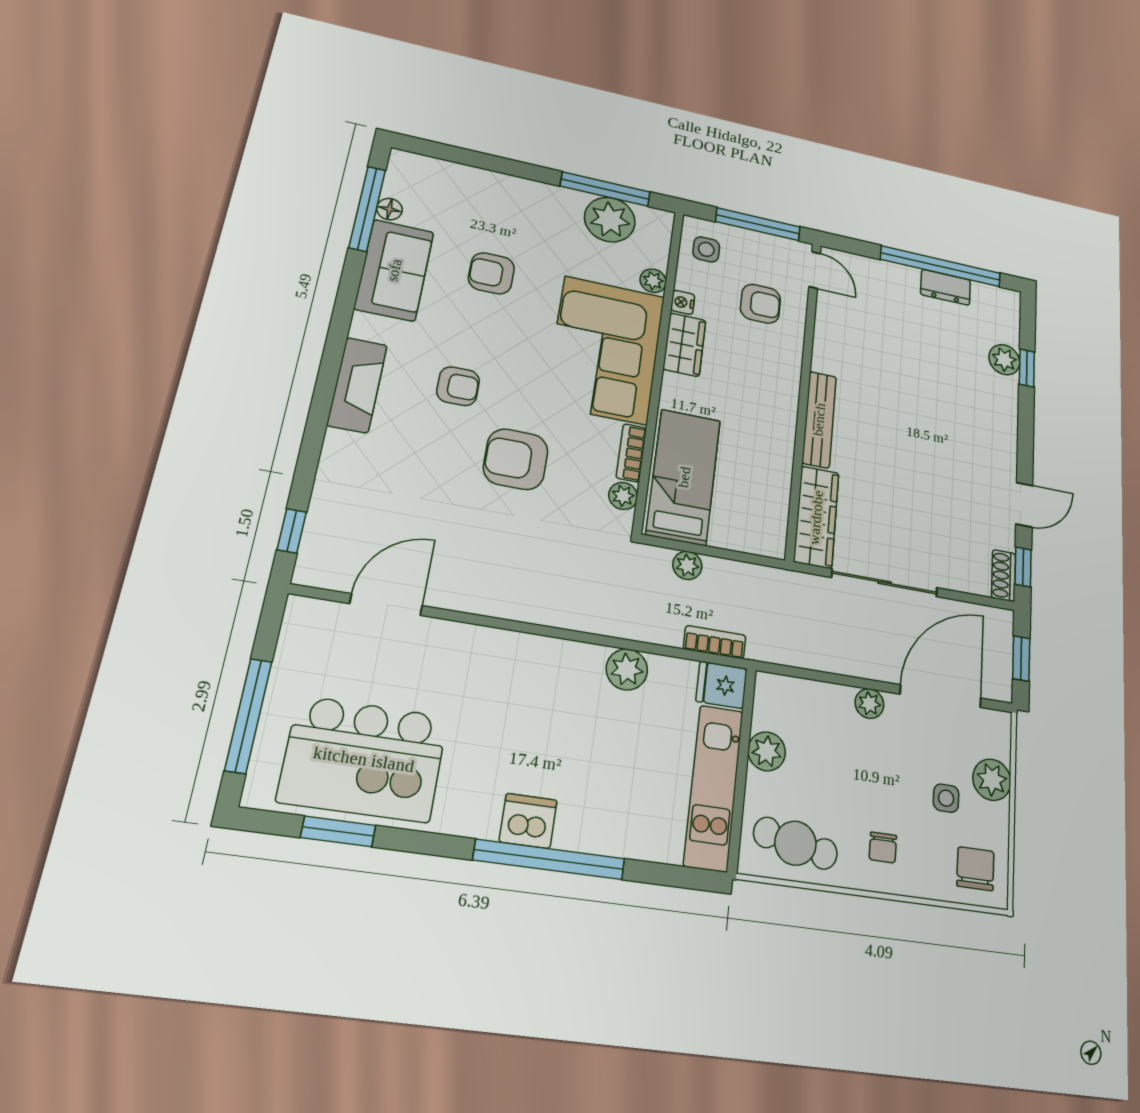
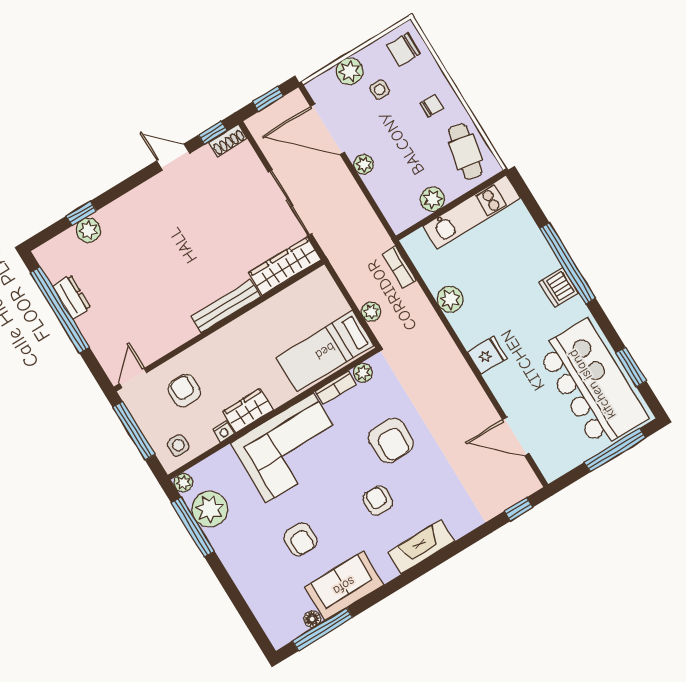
plant: (653, 281) -> (183, 483), moved
fridge: (722, 685) -> (487, 355), moved, turned -90
kitchen island: (364, 759) -> (592, 384), width x1.37

